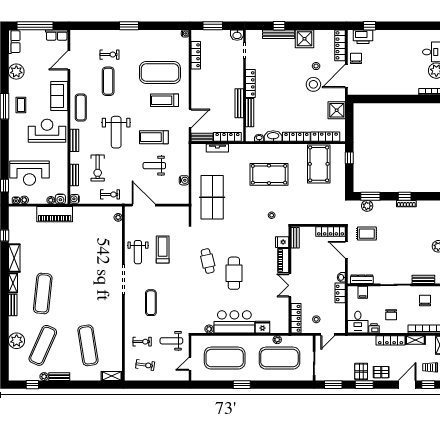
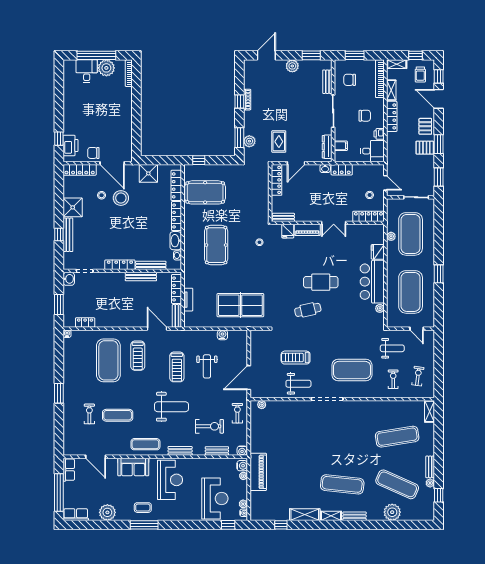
locker: (196, 55) -> (85, 322), width x0.66
reception desk: (47, 131) -> (170, 480), turned 180
exercise mat: (151, 303) -> (352, 370), width x2.00, depth x1.45
weight bench: (171, 341) -> (392, 348), turned -90

